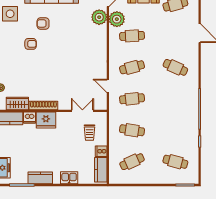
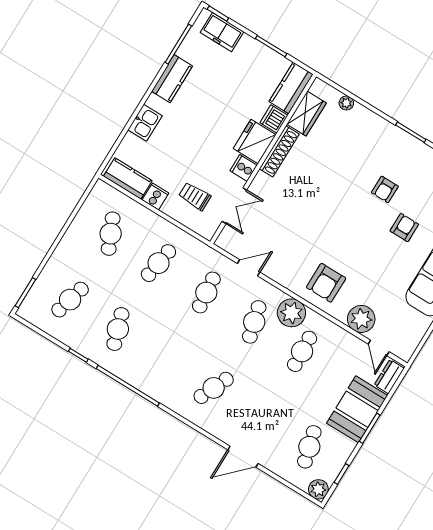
plant: (117, 19) -> (291, 313), moved
armchair: (92, 45) -> (326, 283), added
cooker: (62, 118) -> (243, 168), added
cafe table: (175, 130) -> (118, 329), added

